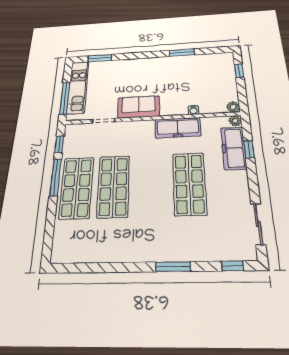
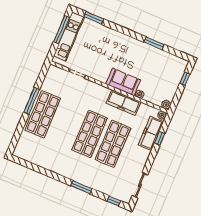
window: (65, 98) -> (62, 30), moved
sofa: (139, 107) -> (123, 82), moved
window: (59, 144) -> (41, 77), removed
shop shelf: (113, 186) -> (90, 134), moved

